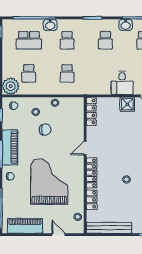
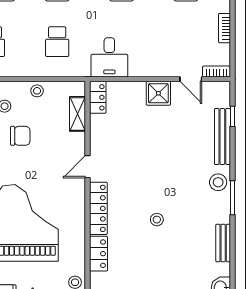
desk: (122, 83) -> (109, 57), moved
locker: (91, 112) -> (98, 97), width x0.66
shelving: (79, 117) -> (78, 114), added

